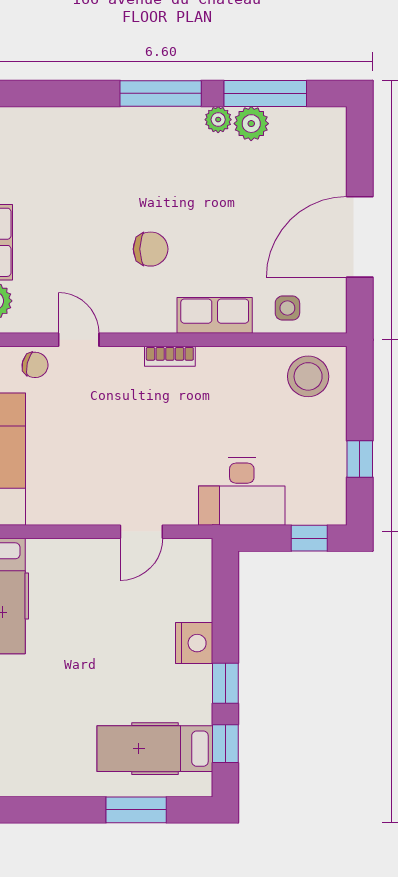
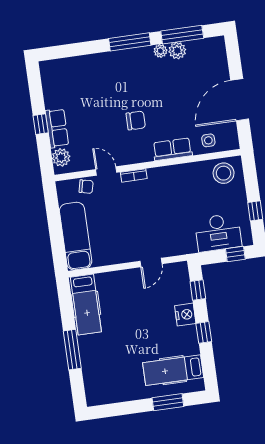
bookcase: (170, 356) -> (134, 175), moved
desk: (242, 491) -> (218, 233), moved
window: (225, 744) -> (198, 290), moved

